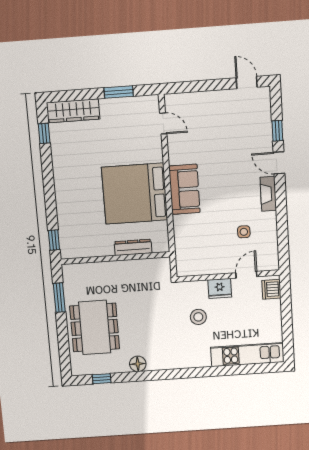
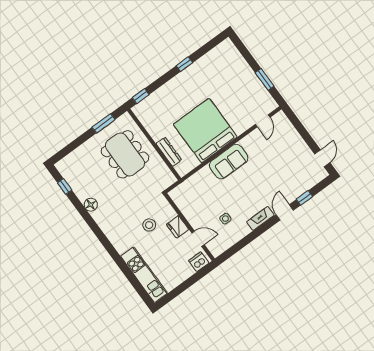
wardrobe: (73, 111) -> (234, 57), removed
window: (44, 133) -> (184, 64), moved
dining table: (95, 327) -> (125, 154), moved, turned 90

